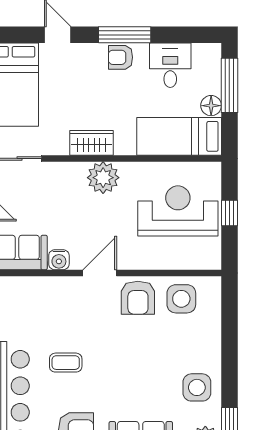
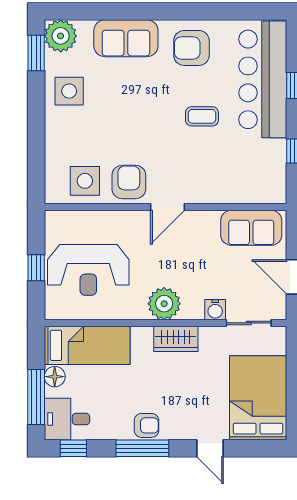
window: (193, 35) -> (73, 448), added
desk: (170, 65) -> (67, 419), moved, turned 90
water cooler: (59, 260) -> (215, 310), moved, turned 180

